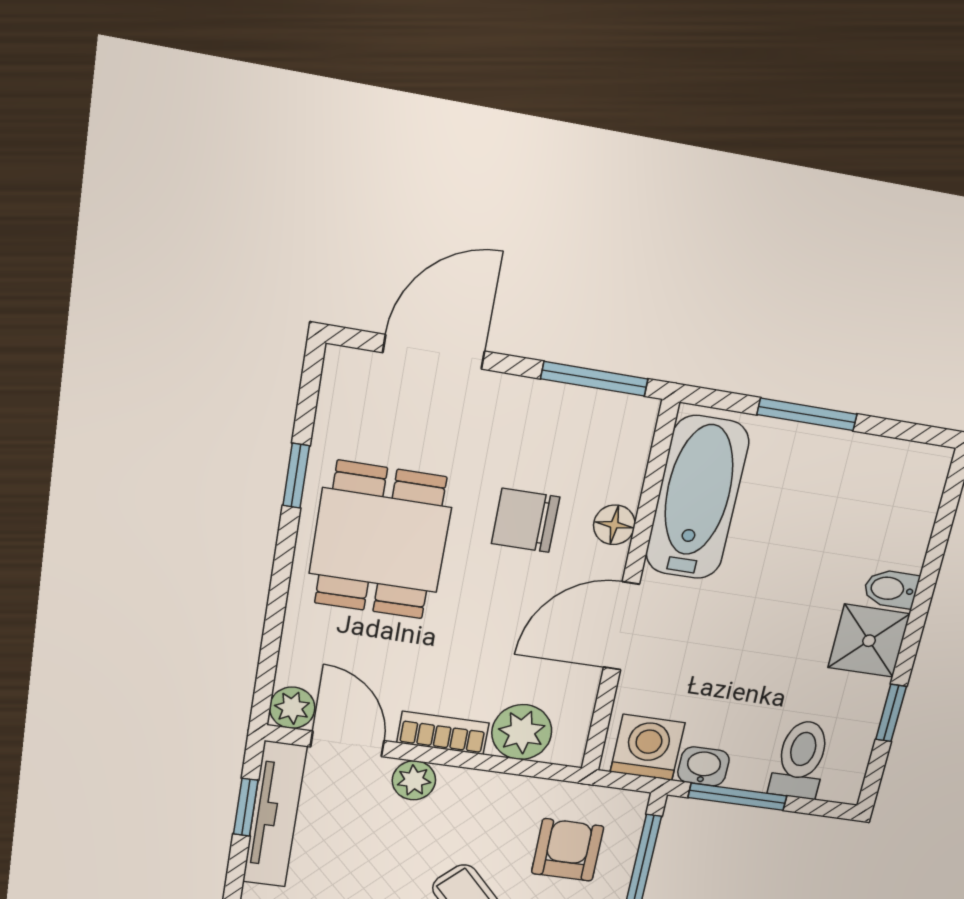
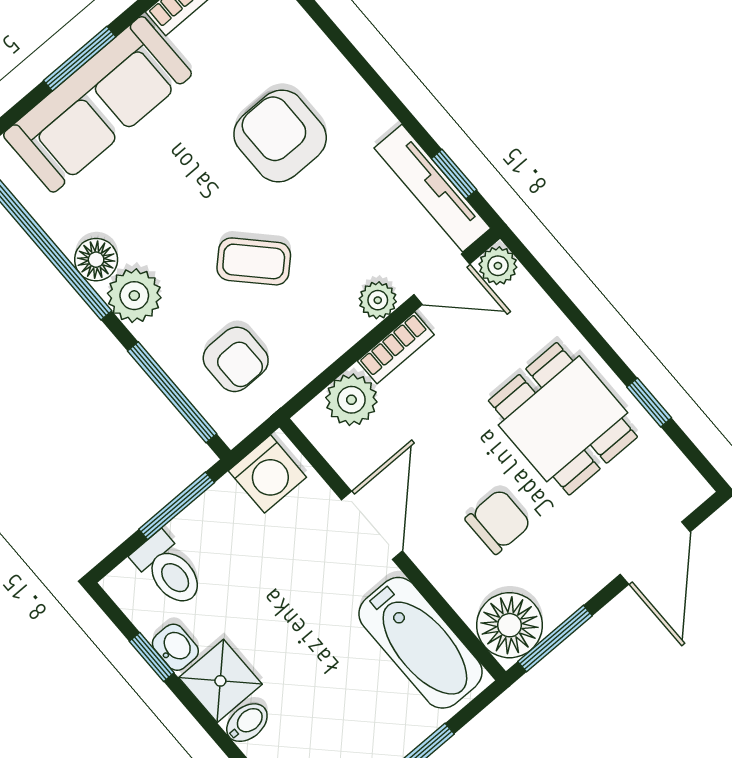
floor lamp: (614, 525) -> (510, 625), moved, width x1.89, depth x1.89
washbasin: (703, 766) -> (175, 647), moved, turned -90

